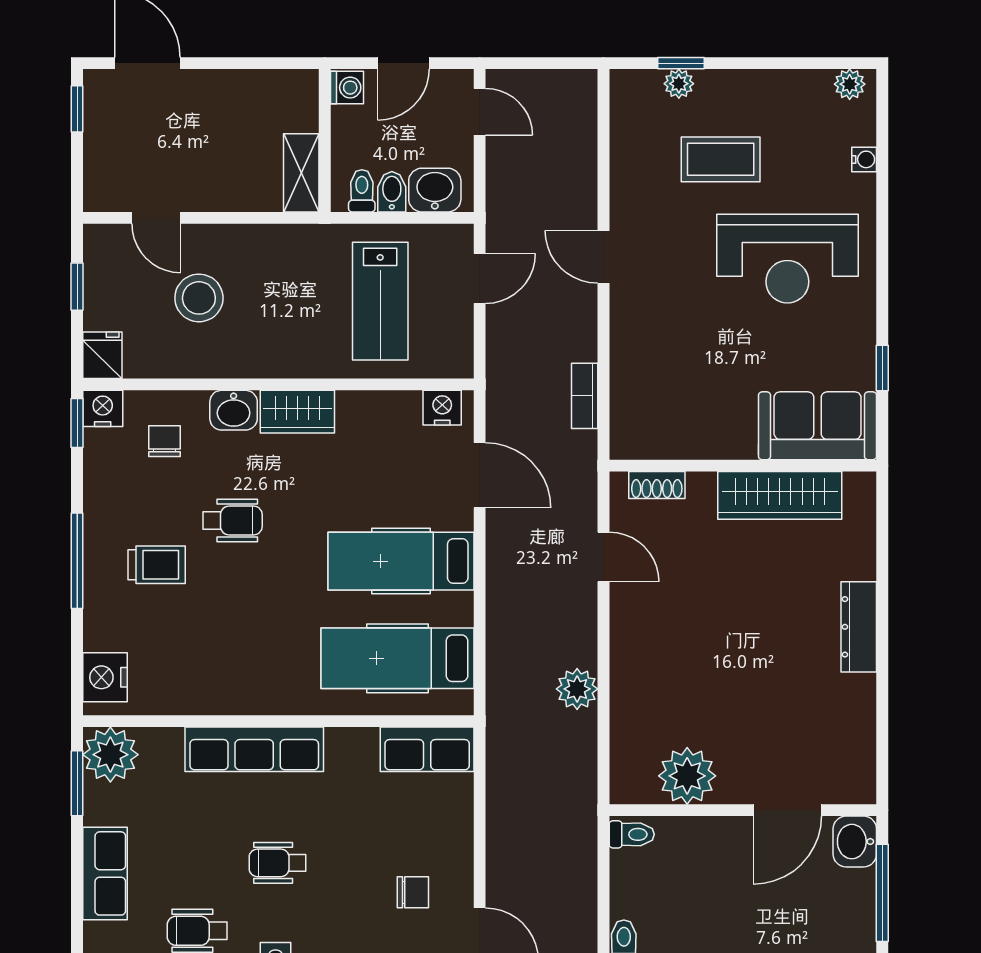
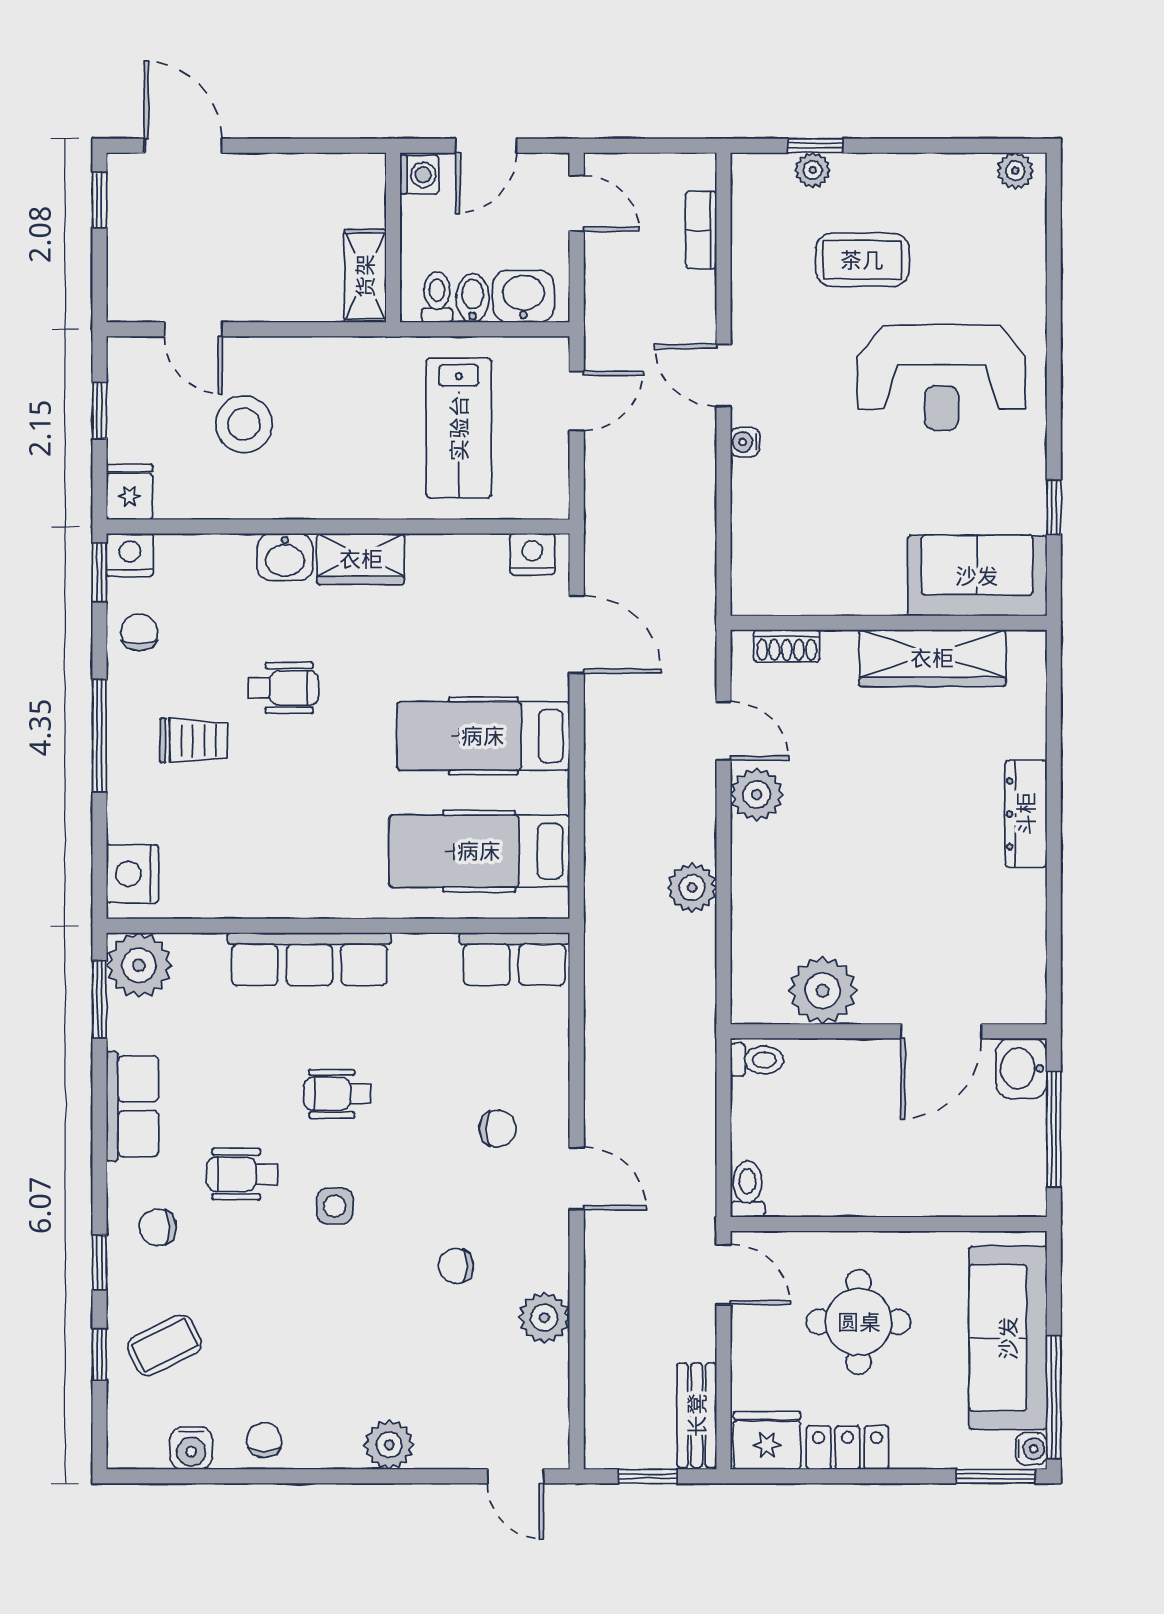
water cooler: (864, 159) -> (745, 442), moved, turned 180
bookcase: (585, 396) -> (701, 230), moved
chair: (164, 441) -> (139, 632), moved
plant: (631, 610) -> (757, 795), added

